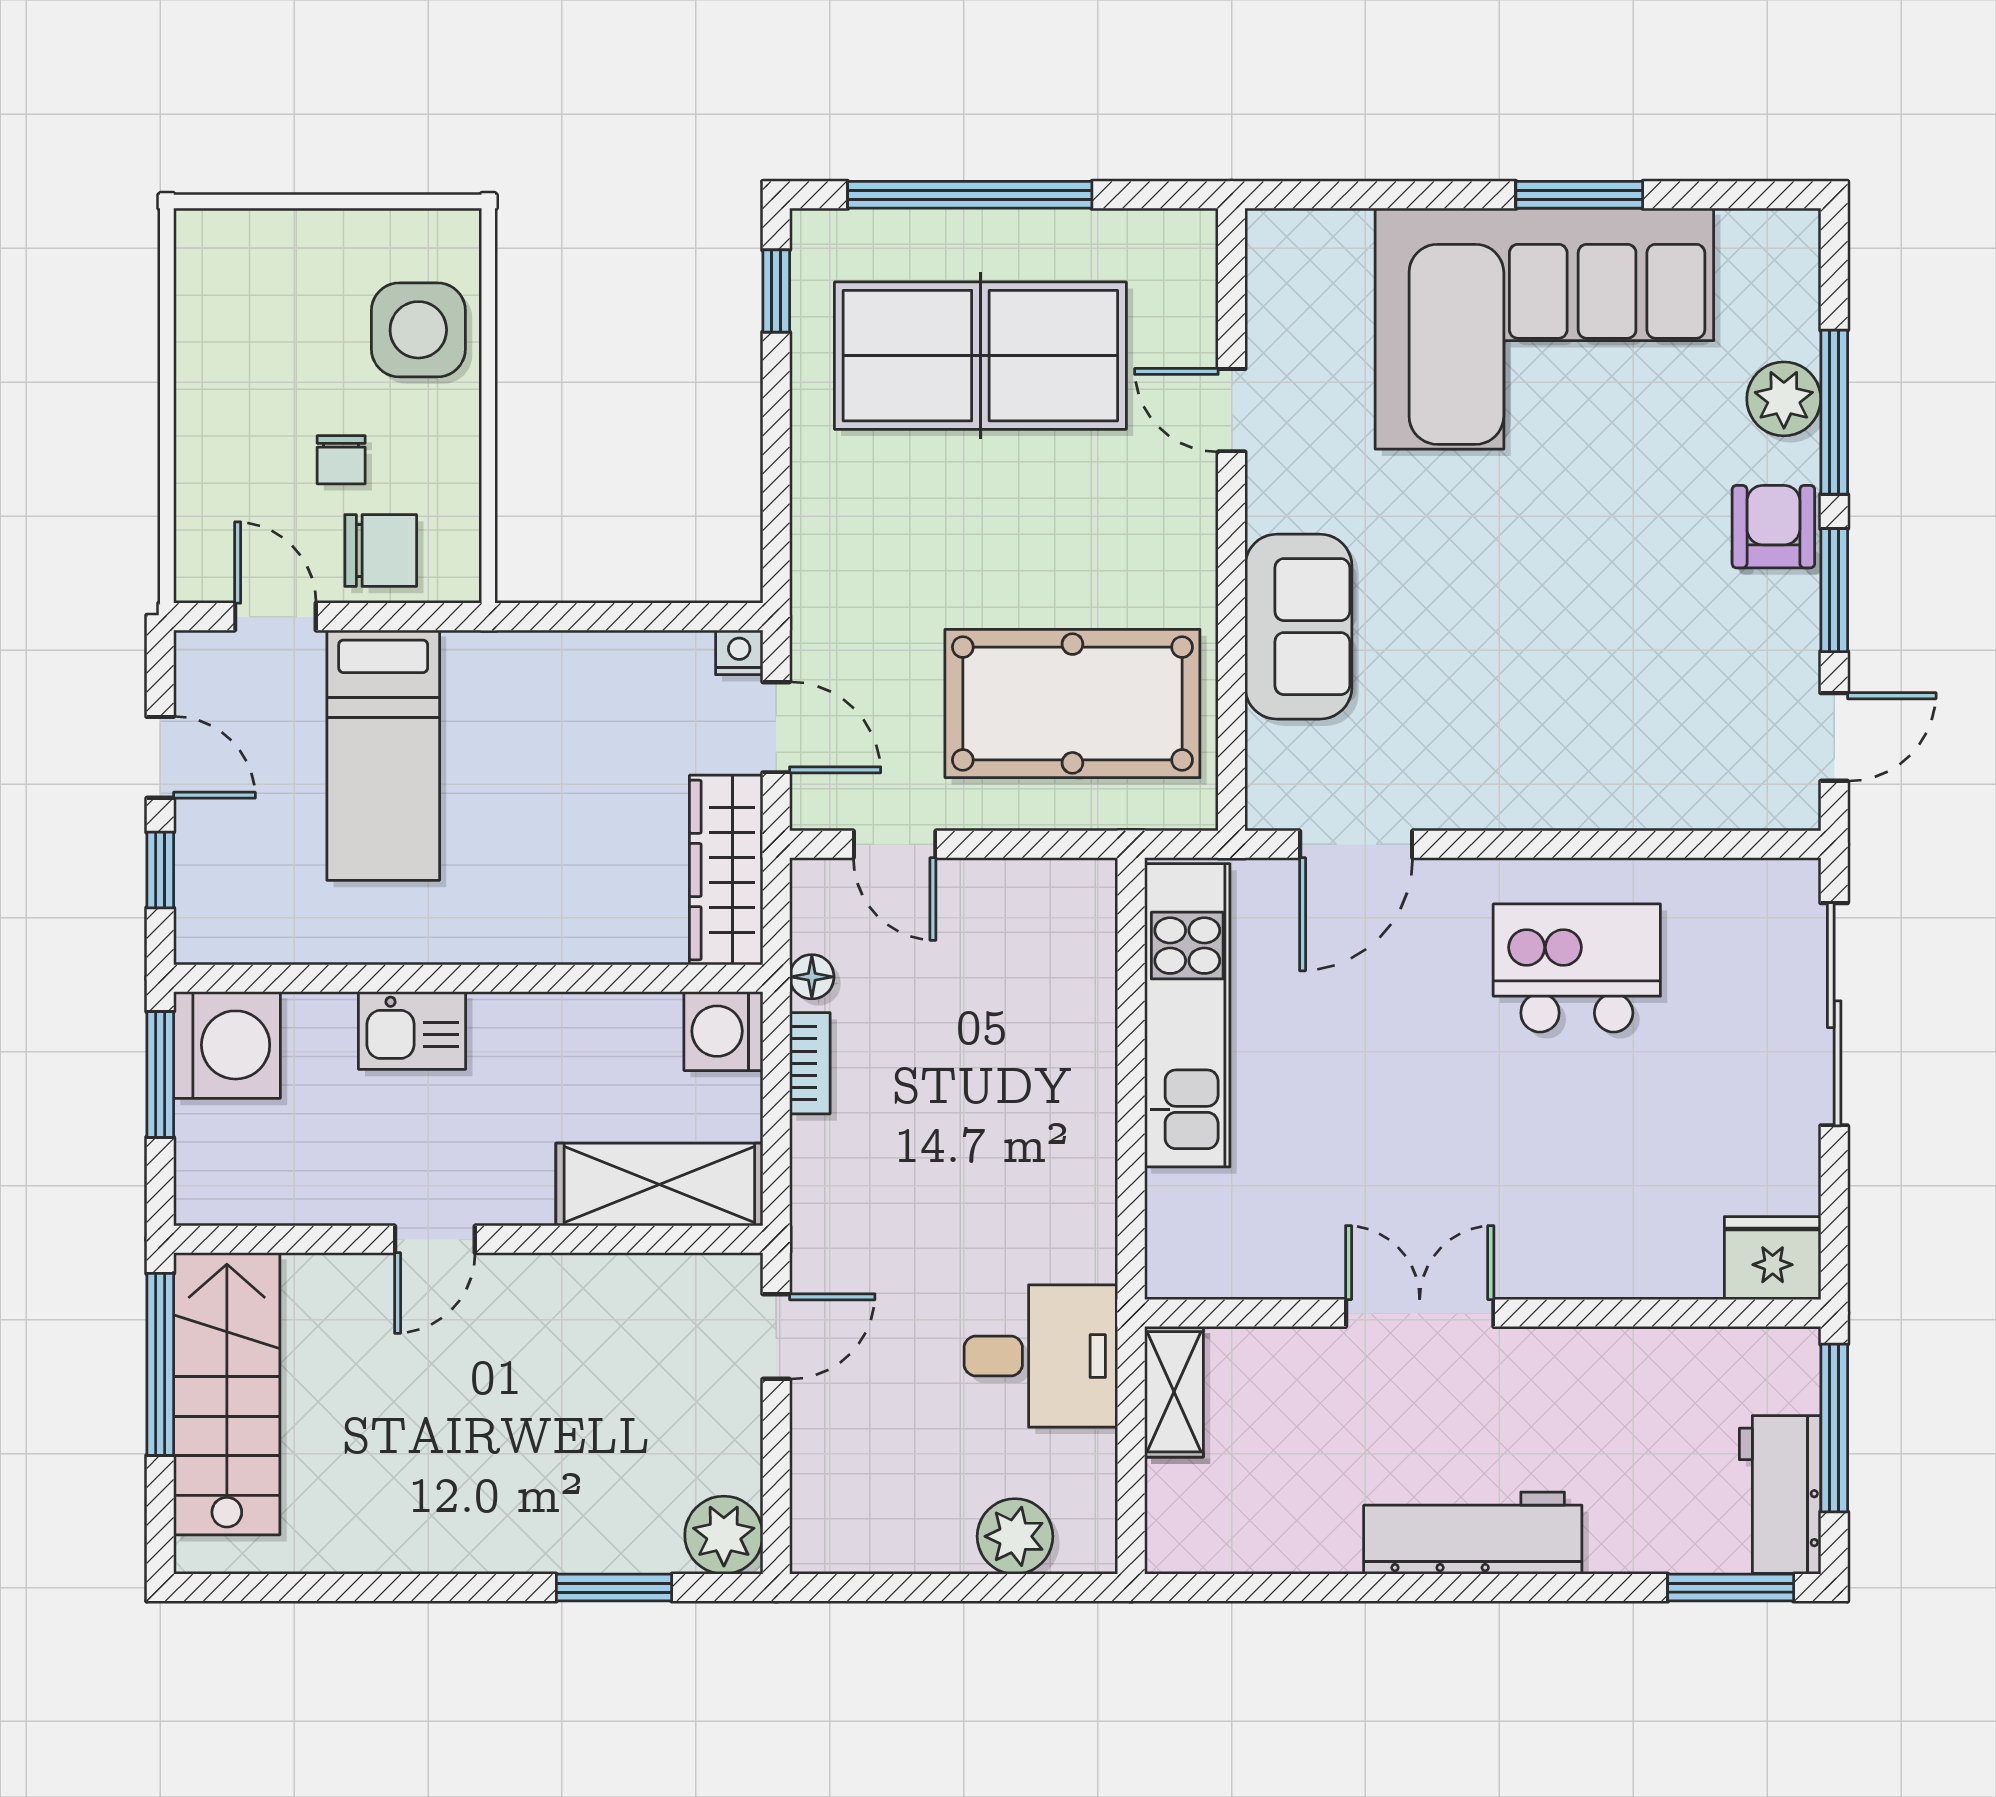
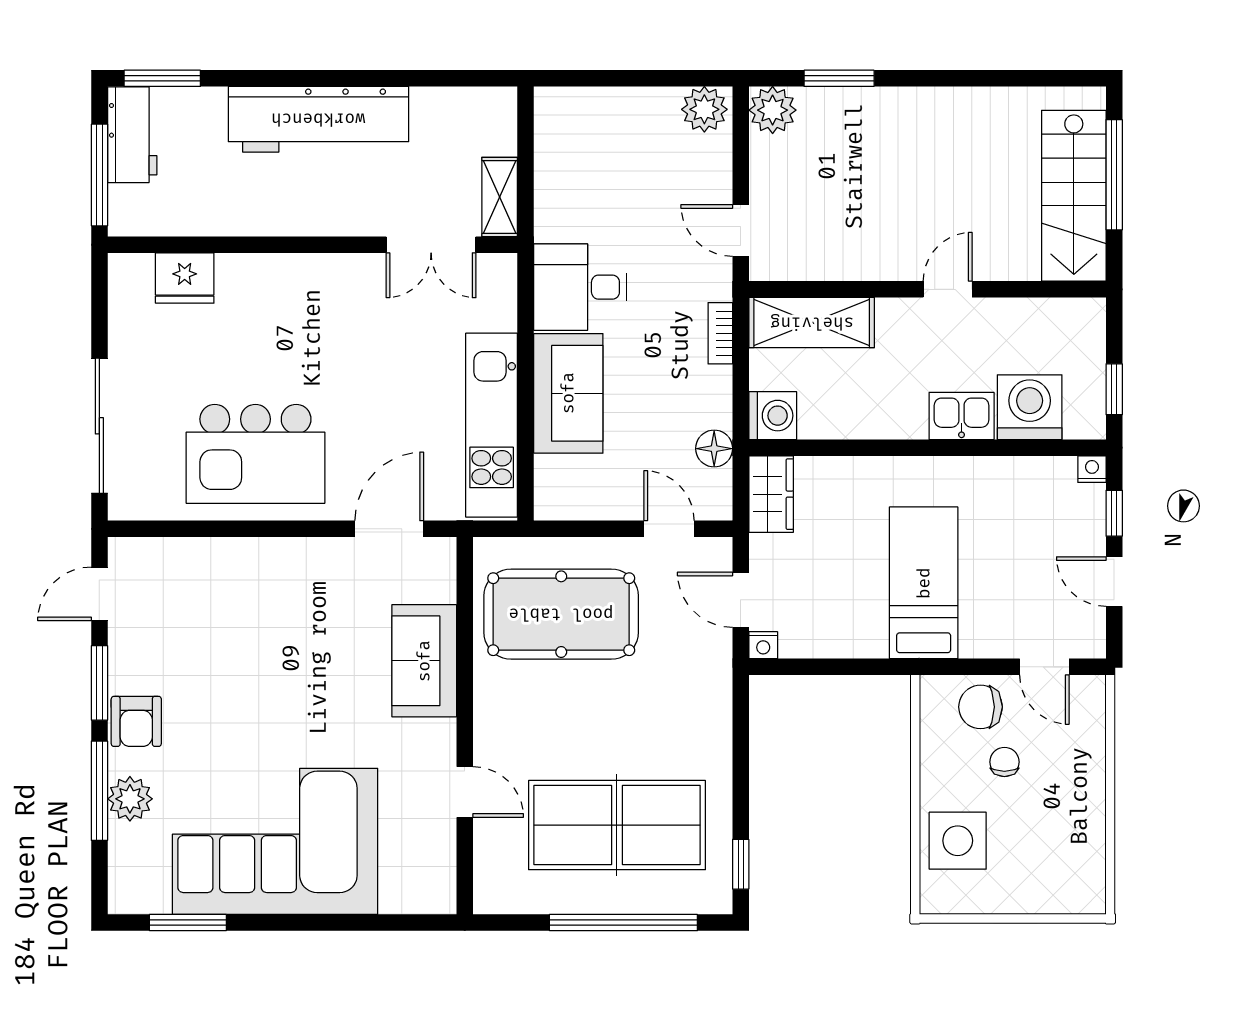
window: (1579, 195) -> (188, 923), moved
bed: (383, 755) -> (924, 583), moved
wardrobe: (726, 870) -> (771, 494), width x0.67
nightstand: (197, 943) -> (1092, 469), added
kitchen island: (1577, 968) -> (255, 454), width x1.37, depth x1.28
floor lamp: (812, 977) -> (714, 449), width x1.37, depth x1.37
washing machine: (227, 1045) -> (1030, 407), moved, turned 90
bookcase: (810, 1063) -> (720, 333), moved
sofa: (1061, 1068) -> (568, 393), added
window: (160, 1074) -> (1114, 389), width x0.67
fridge: (1773, 1258) -> (185, 278), moved
double door: (1420, 1313) -> (431, 245), moved
door: (776, 1336) -> (741, 230), hinge flipped
desk: (1041, 1356) -> (580, 287), moved
window: (160, 1364) -> (1114, 175), moved
workbench: (1473, 1533) -> (318, 119), width x1.36, depth x1.32
plant: (1015, 1536) -> (704, 109), moved

